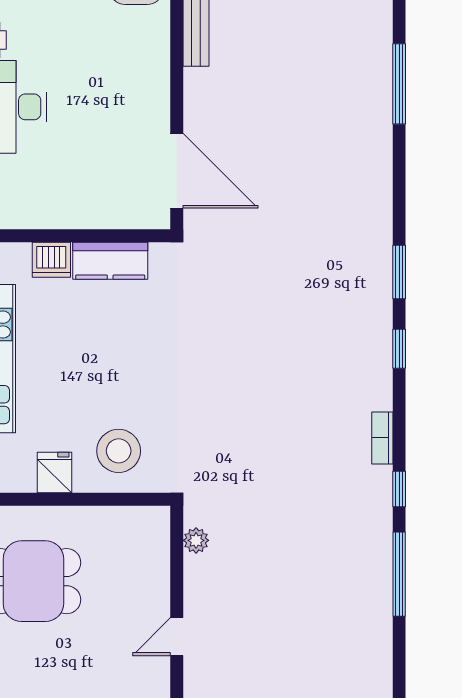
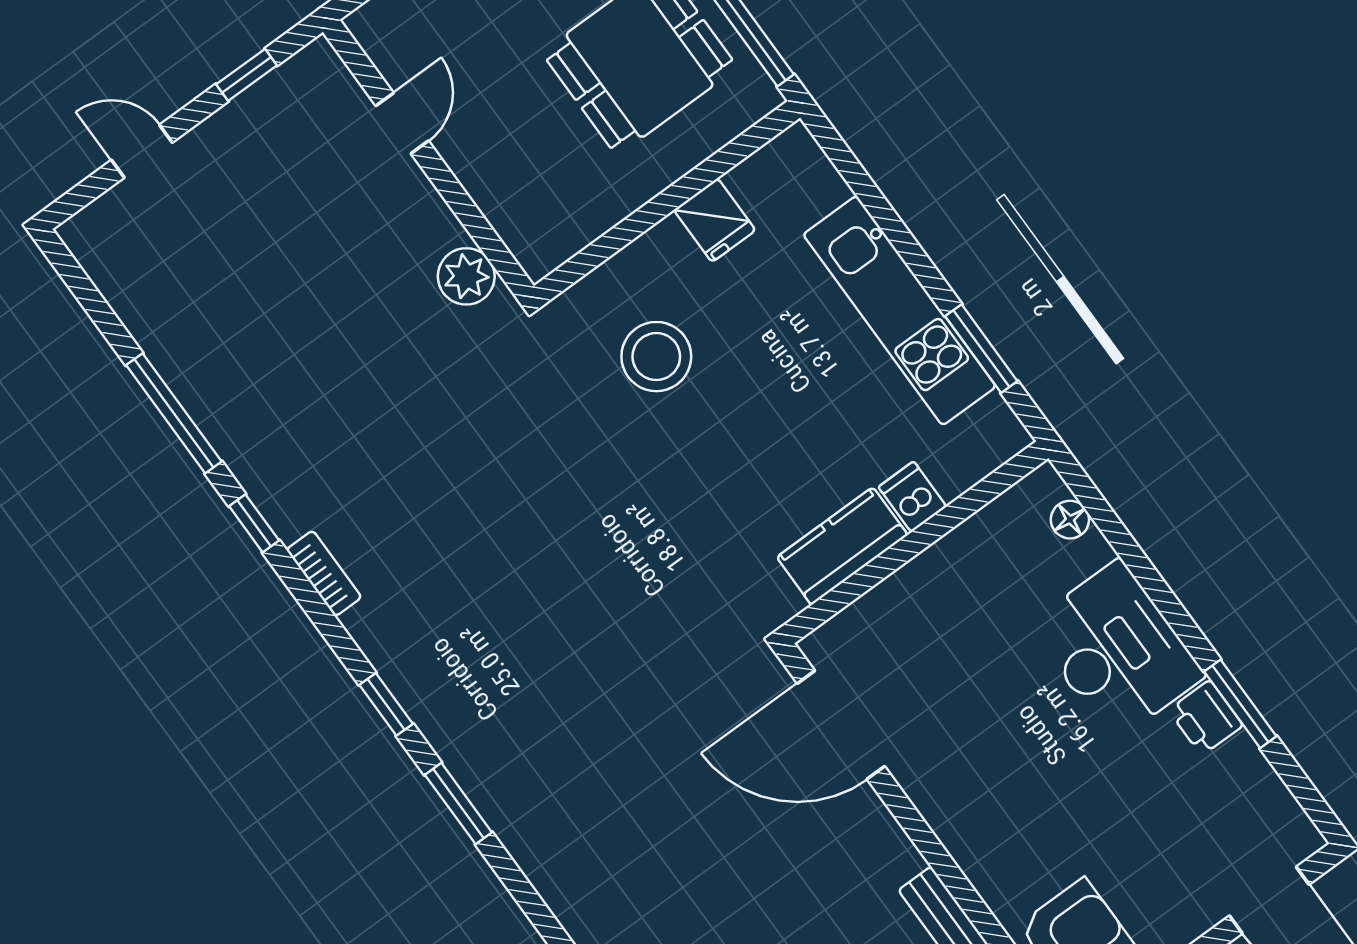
dishwasher: (51, 260) -> (912, 497), width x0.73
stool: (119, 451) -> (656, 357), moved
plant: (196, 540) -> (466, 276), width x1.38, depth x1.38

